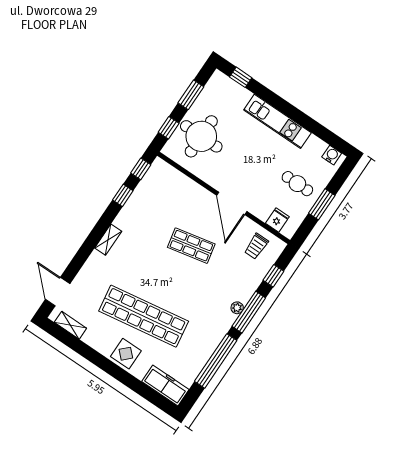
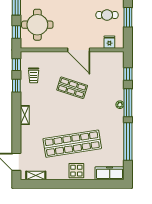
shop shelf: (191, 246) -> (72, 88), turned 30
trolley: (256, 246) -> (34, 75), moved

